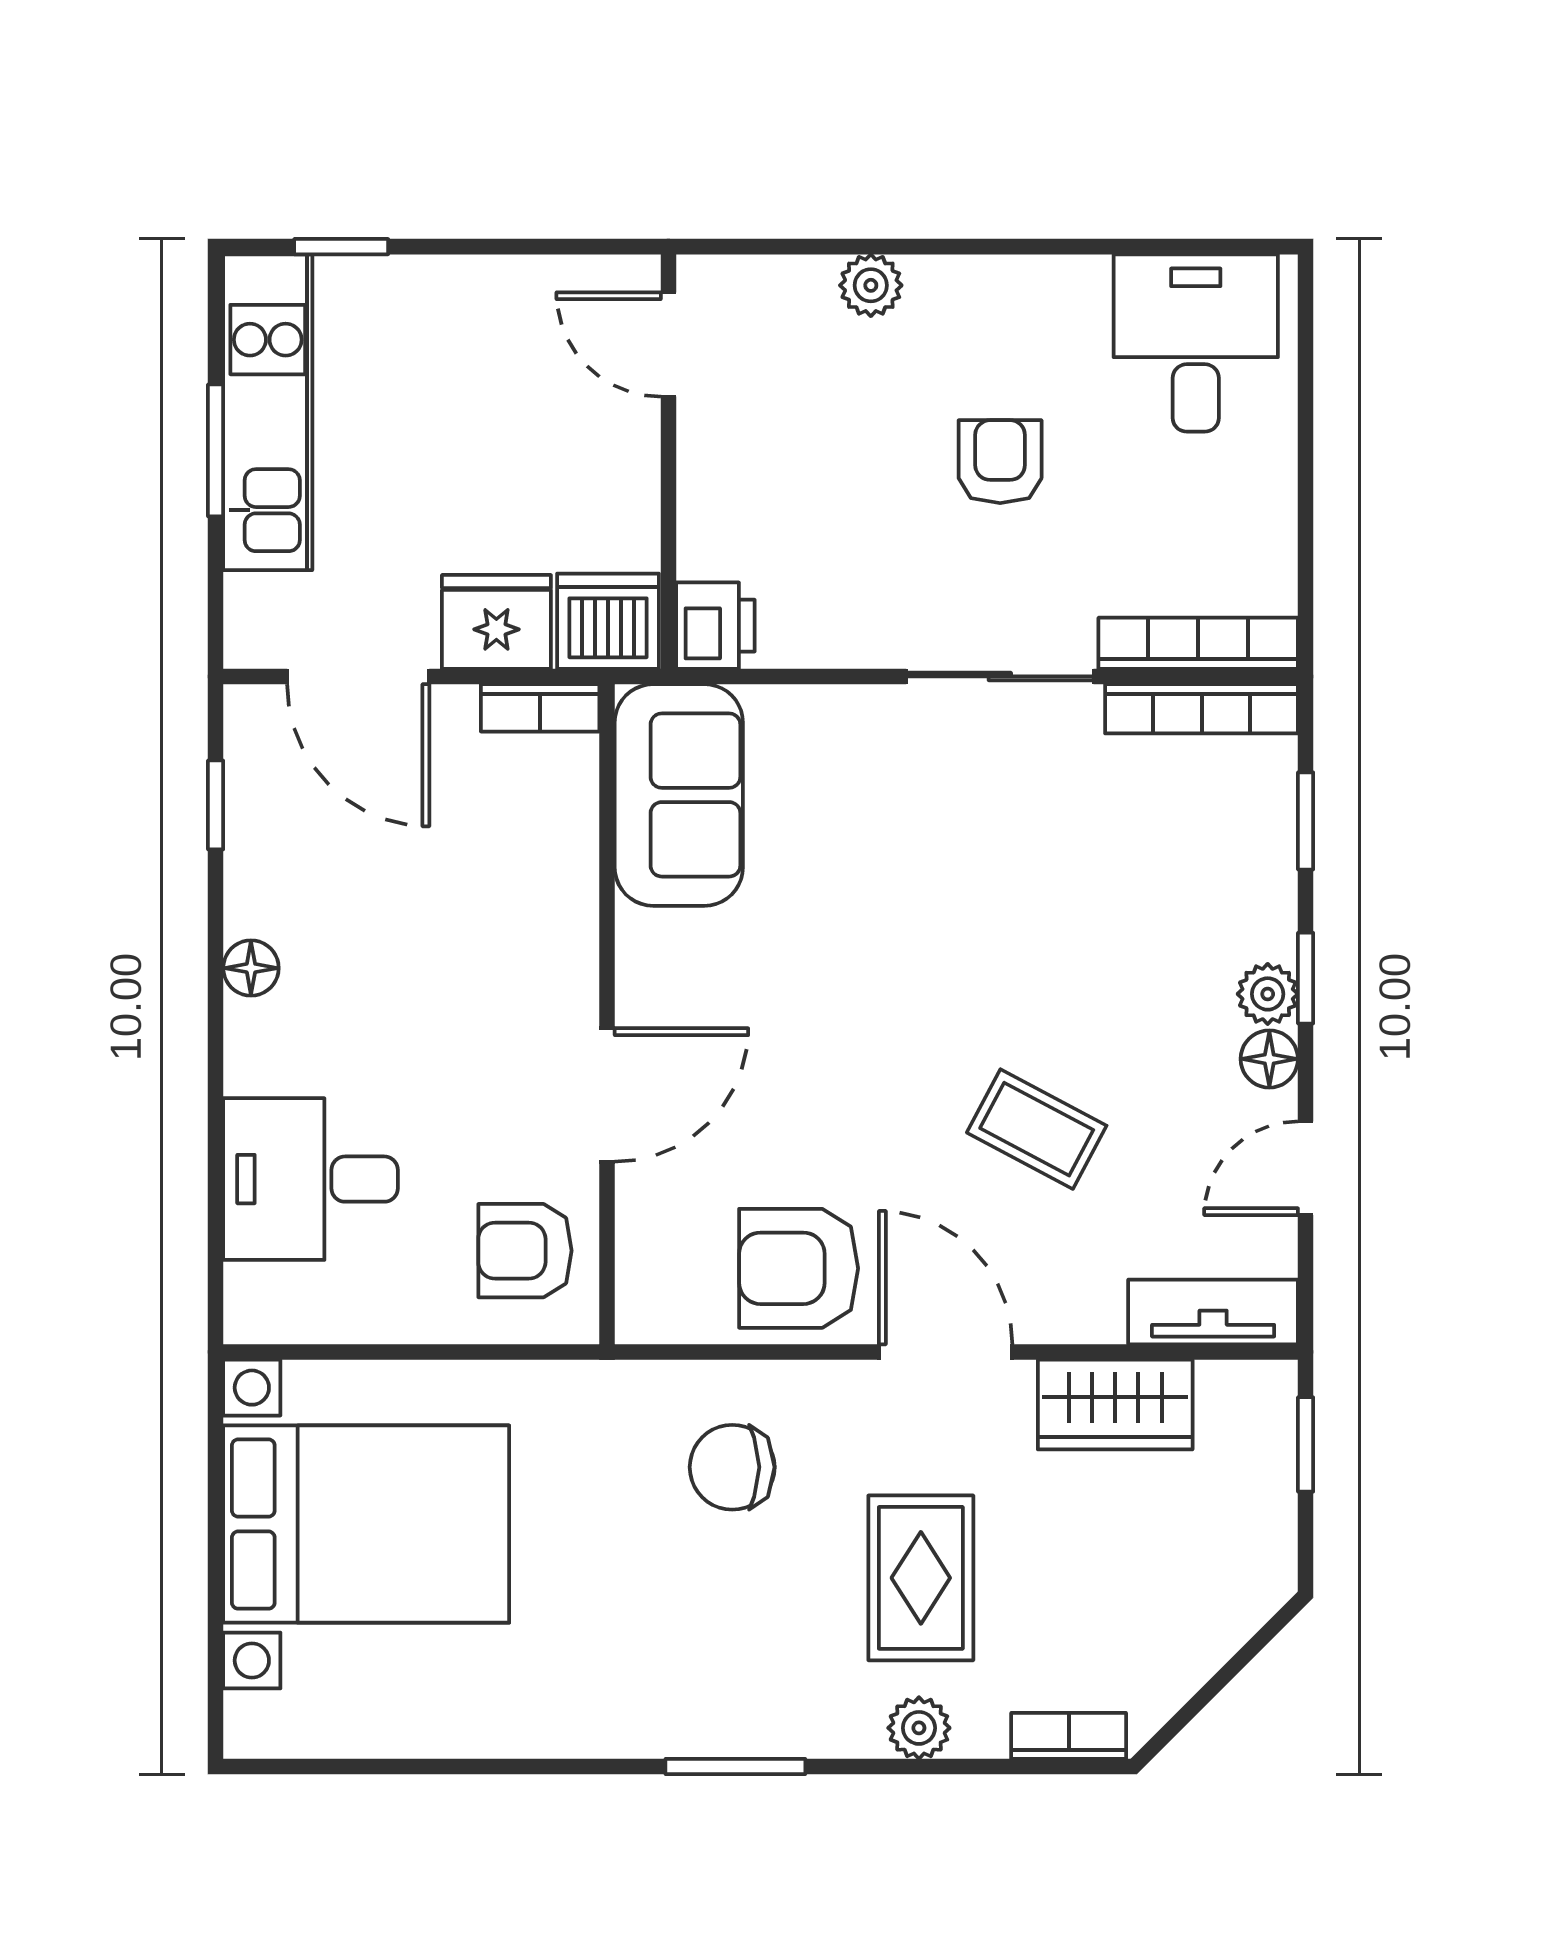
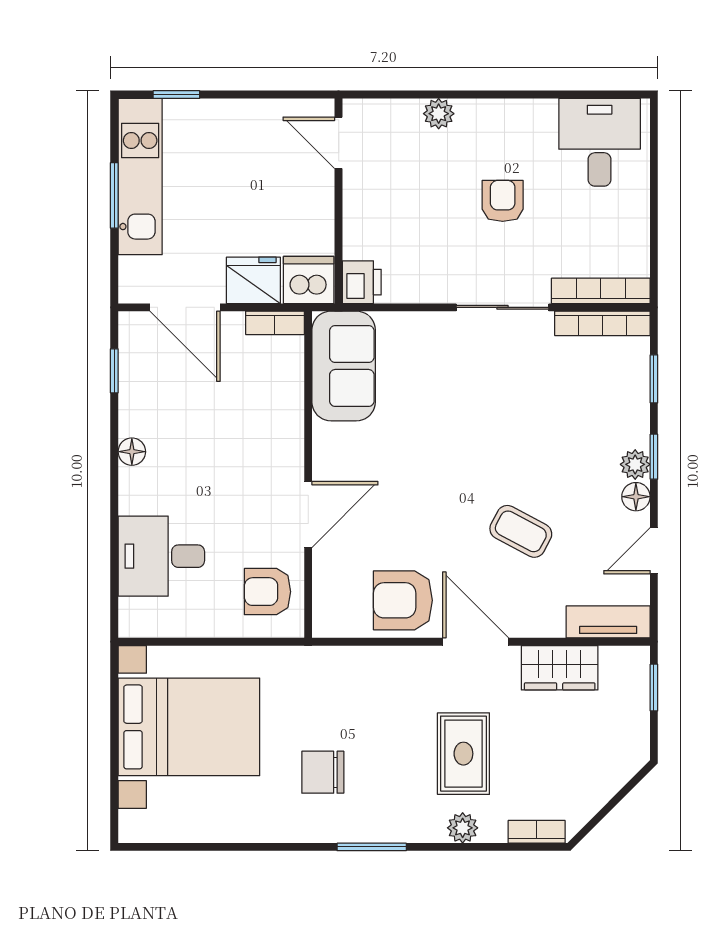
chair: (732, 1467) -> (323, 772), moved

